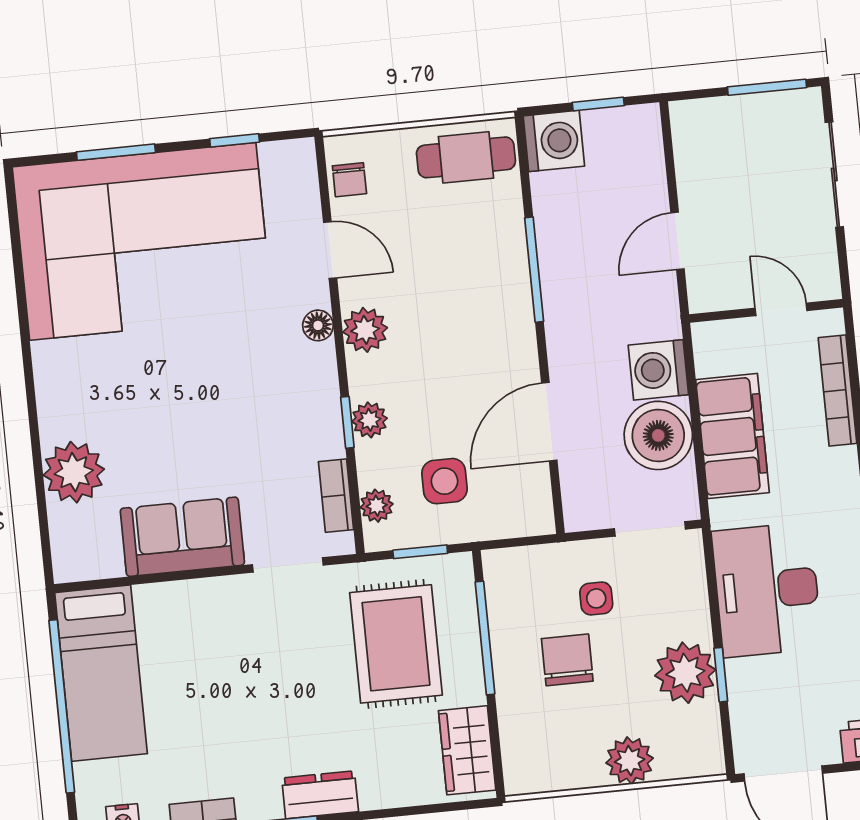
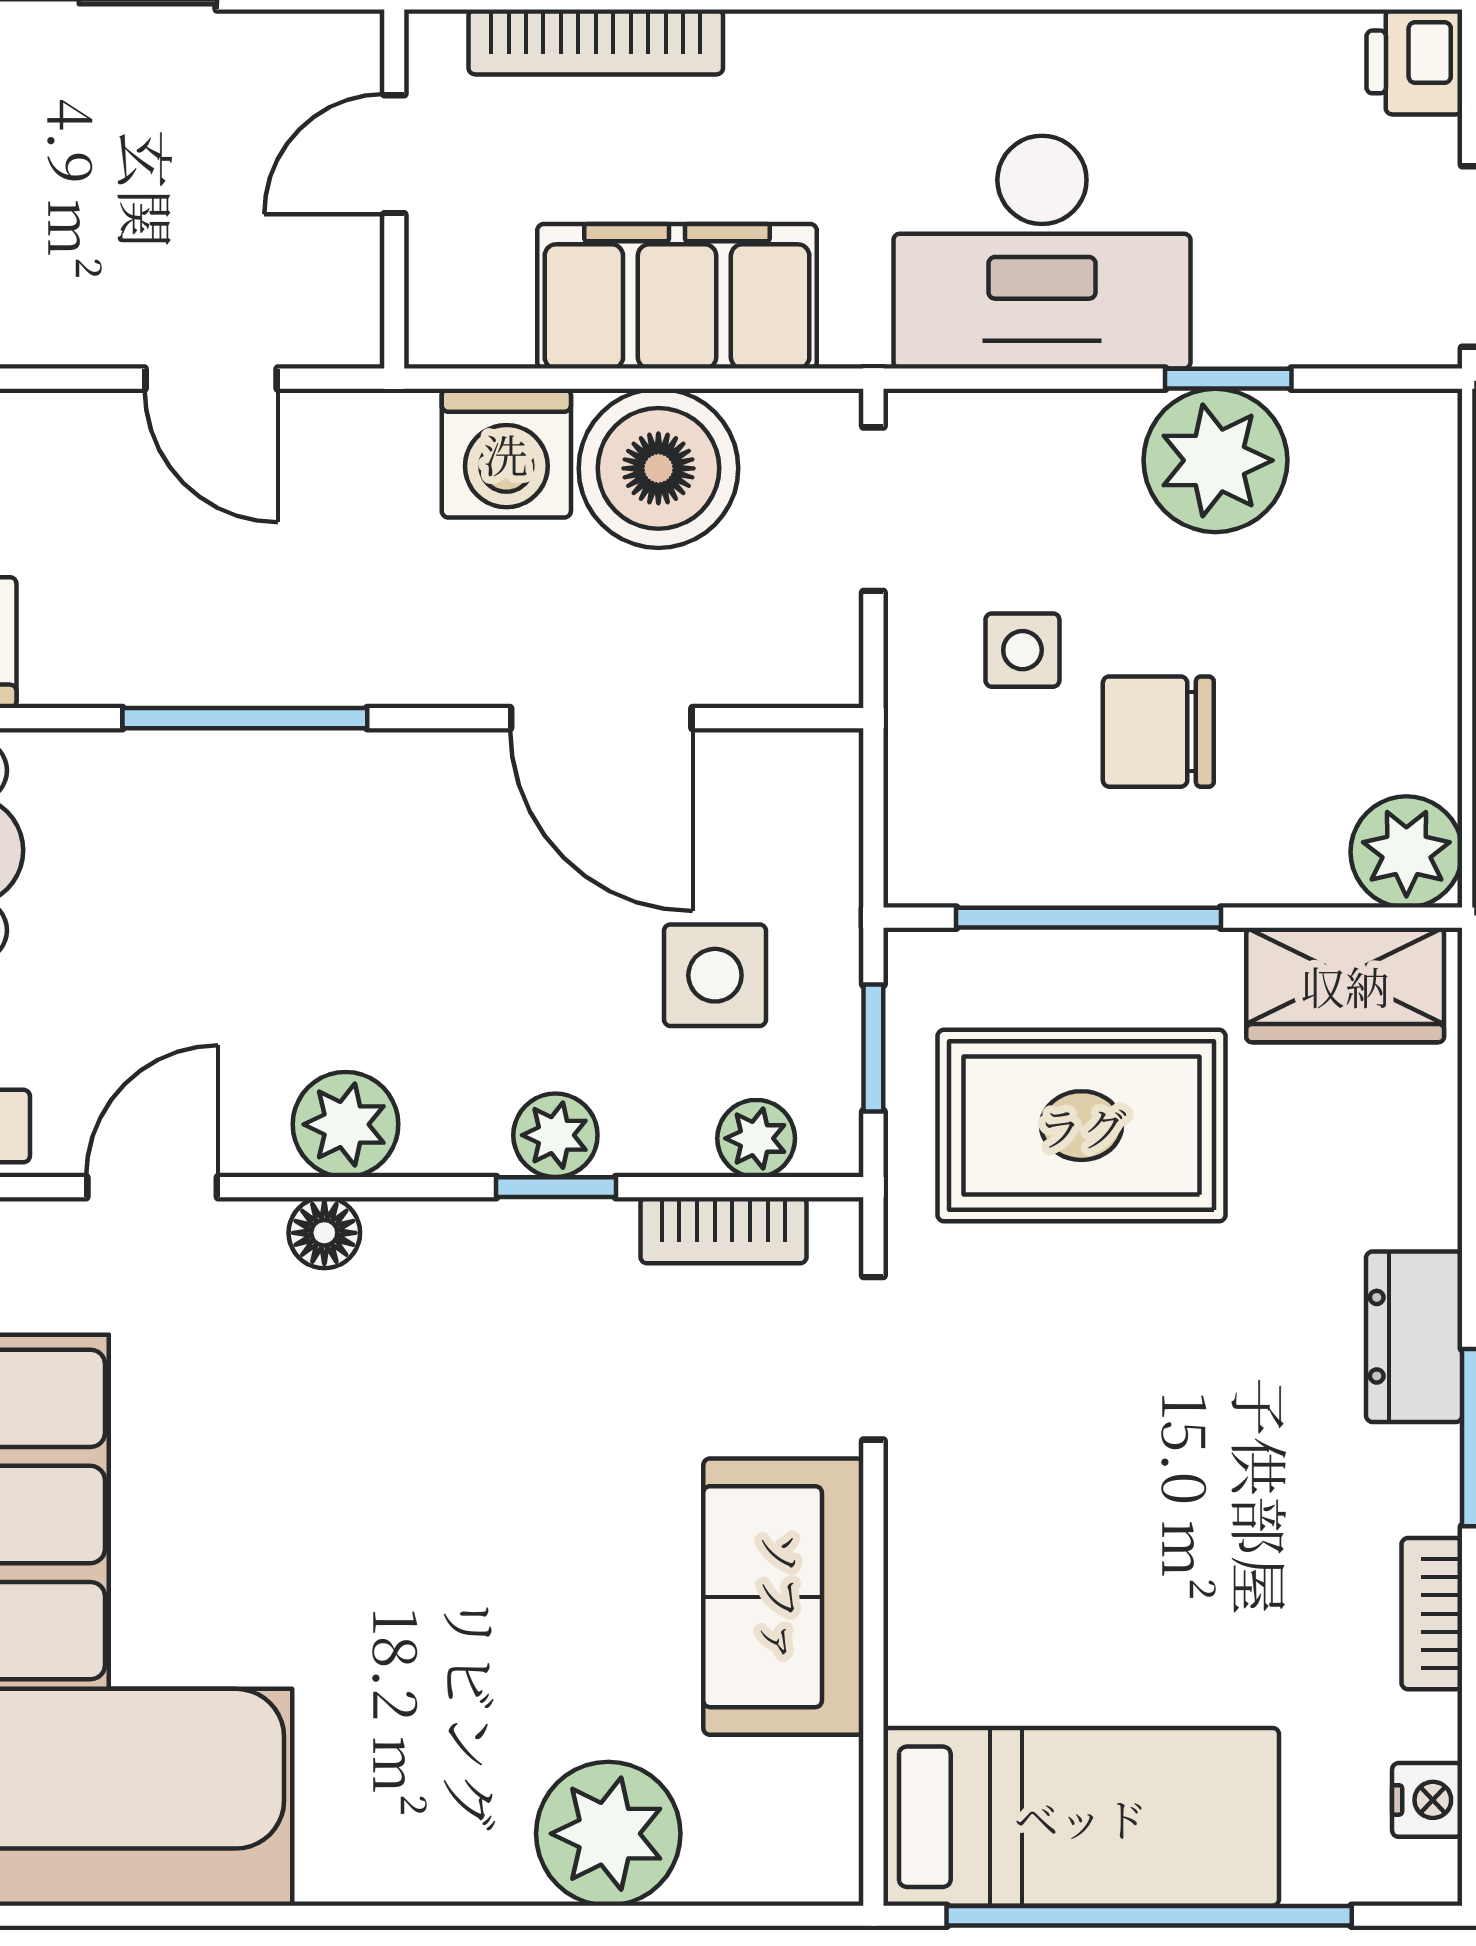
plant: (630, 761) -> (1406, 852), moved

